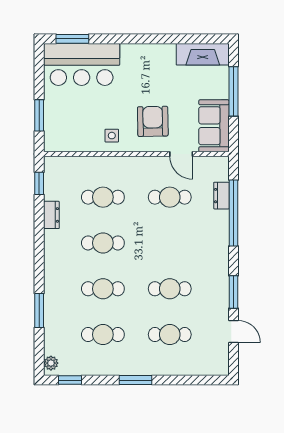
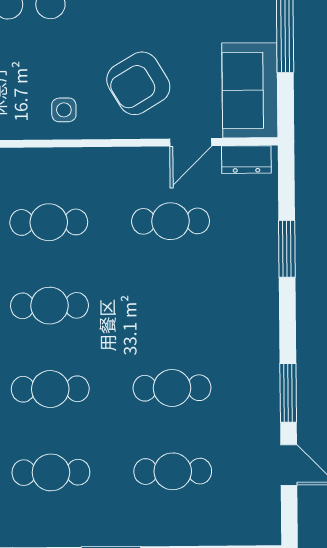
armchair: (153, 121) -> (138, 83), turned -120
door: (181, 154) -> (191, 142), hinge flipped
dresser: (221, 196) -> (246, 160), moved, turned -90
window: (234, 213) -> (287, 249), width x0.47

